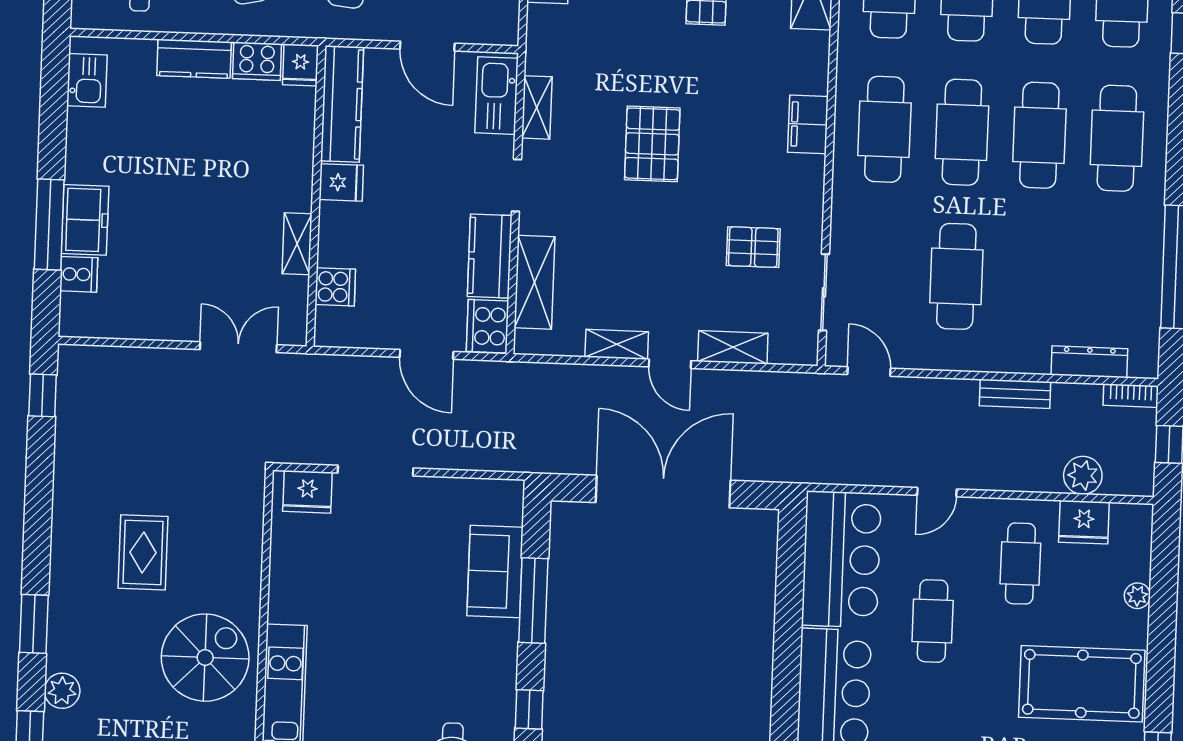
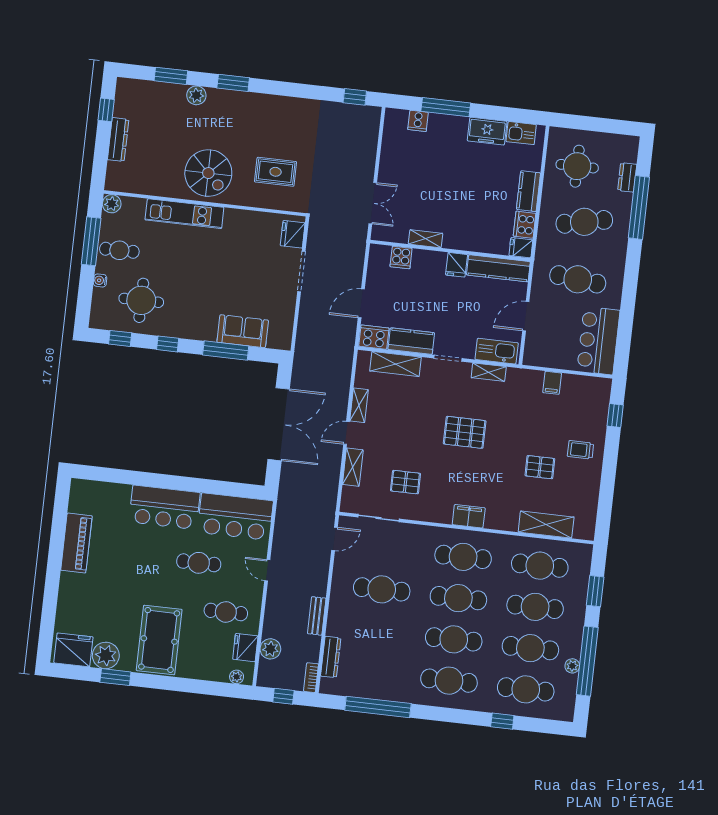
freezer: (85, 220) -> (487, 131), moved
pallet: (753, 247) -> (405, 482), turned 90
rug: (143, 552) -> (276, 172), moved
plant: (1137, 596) -> (237, 677), moved

